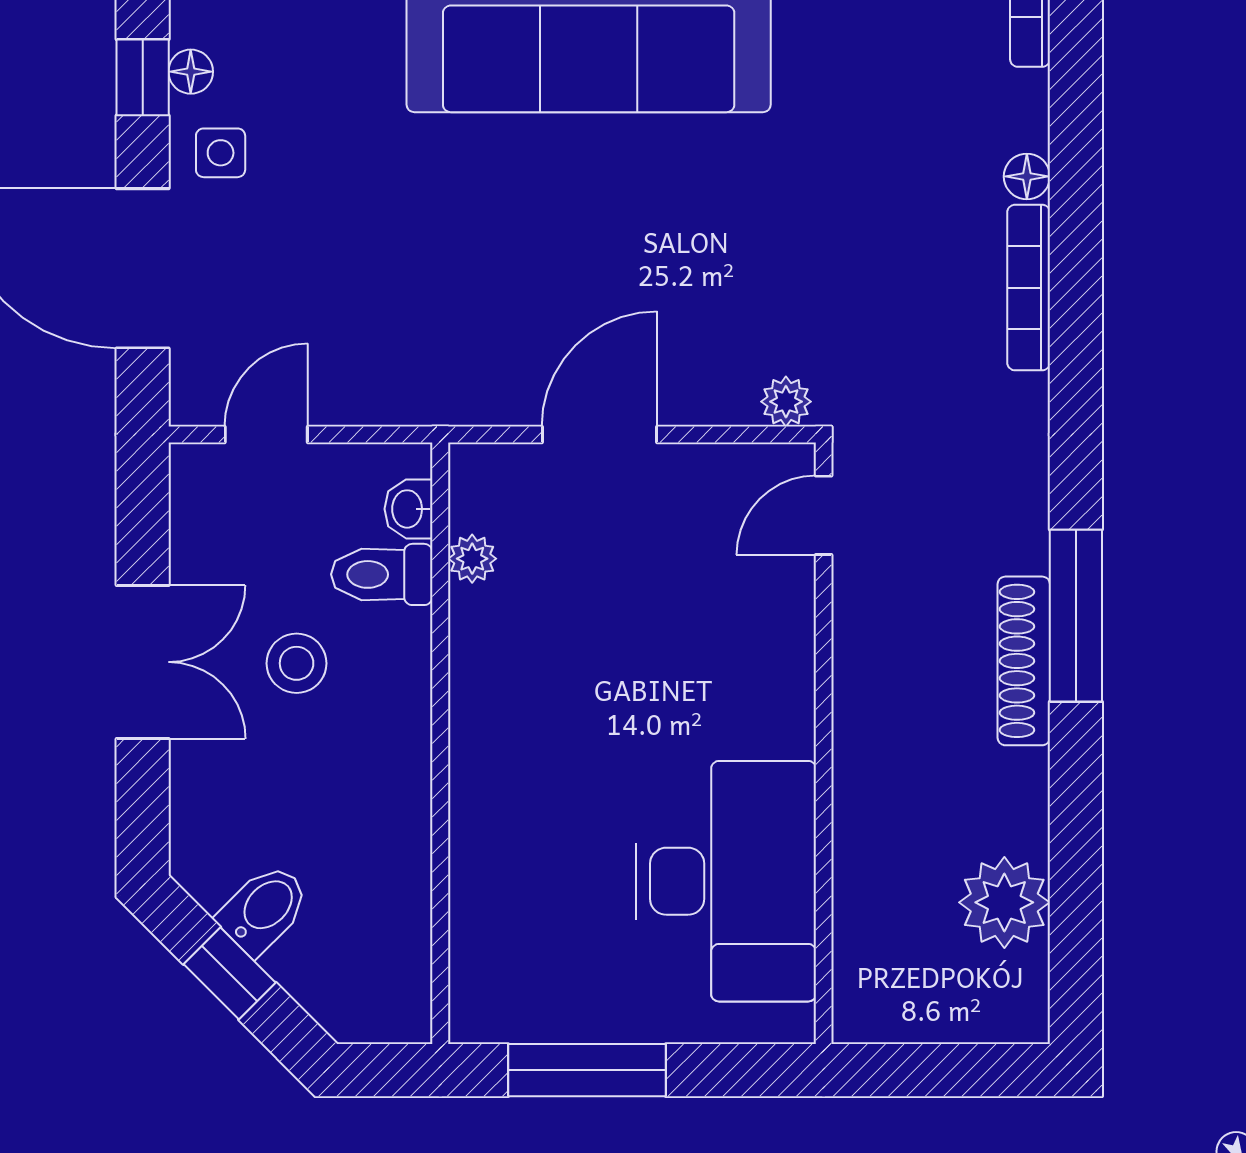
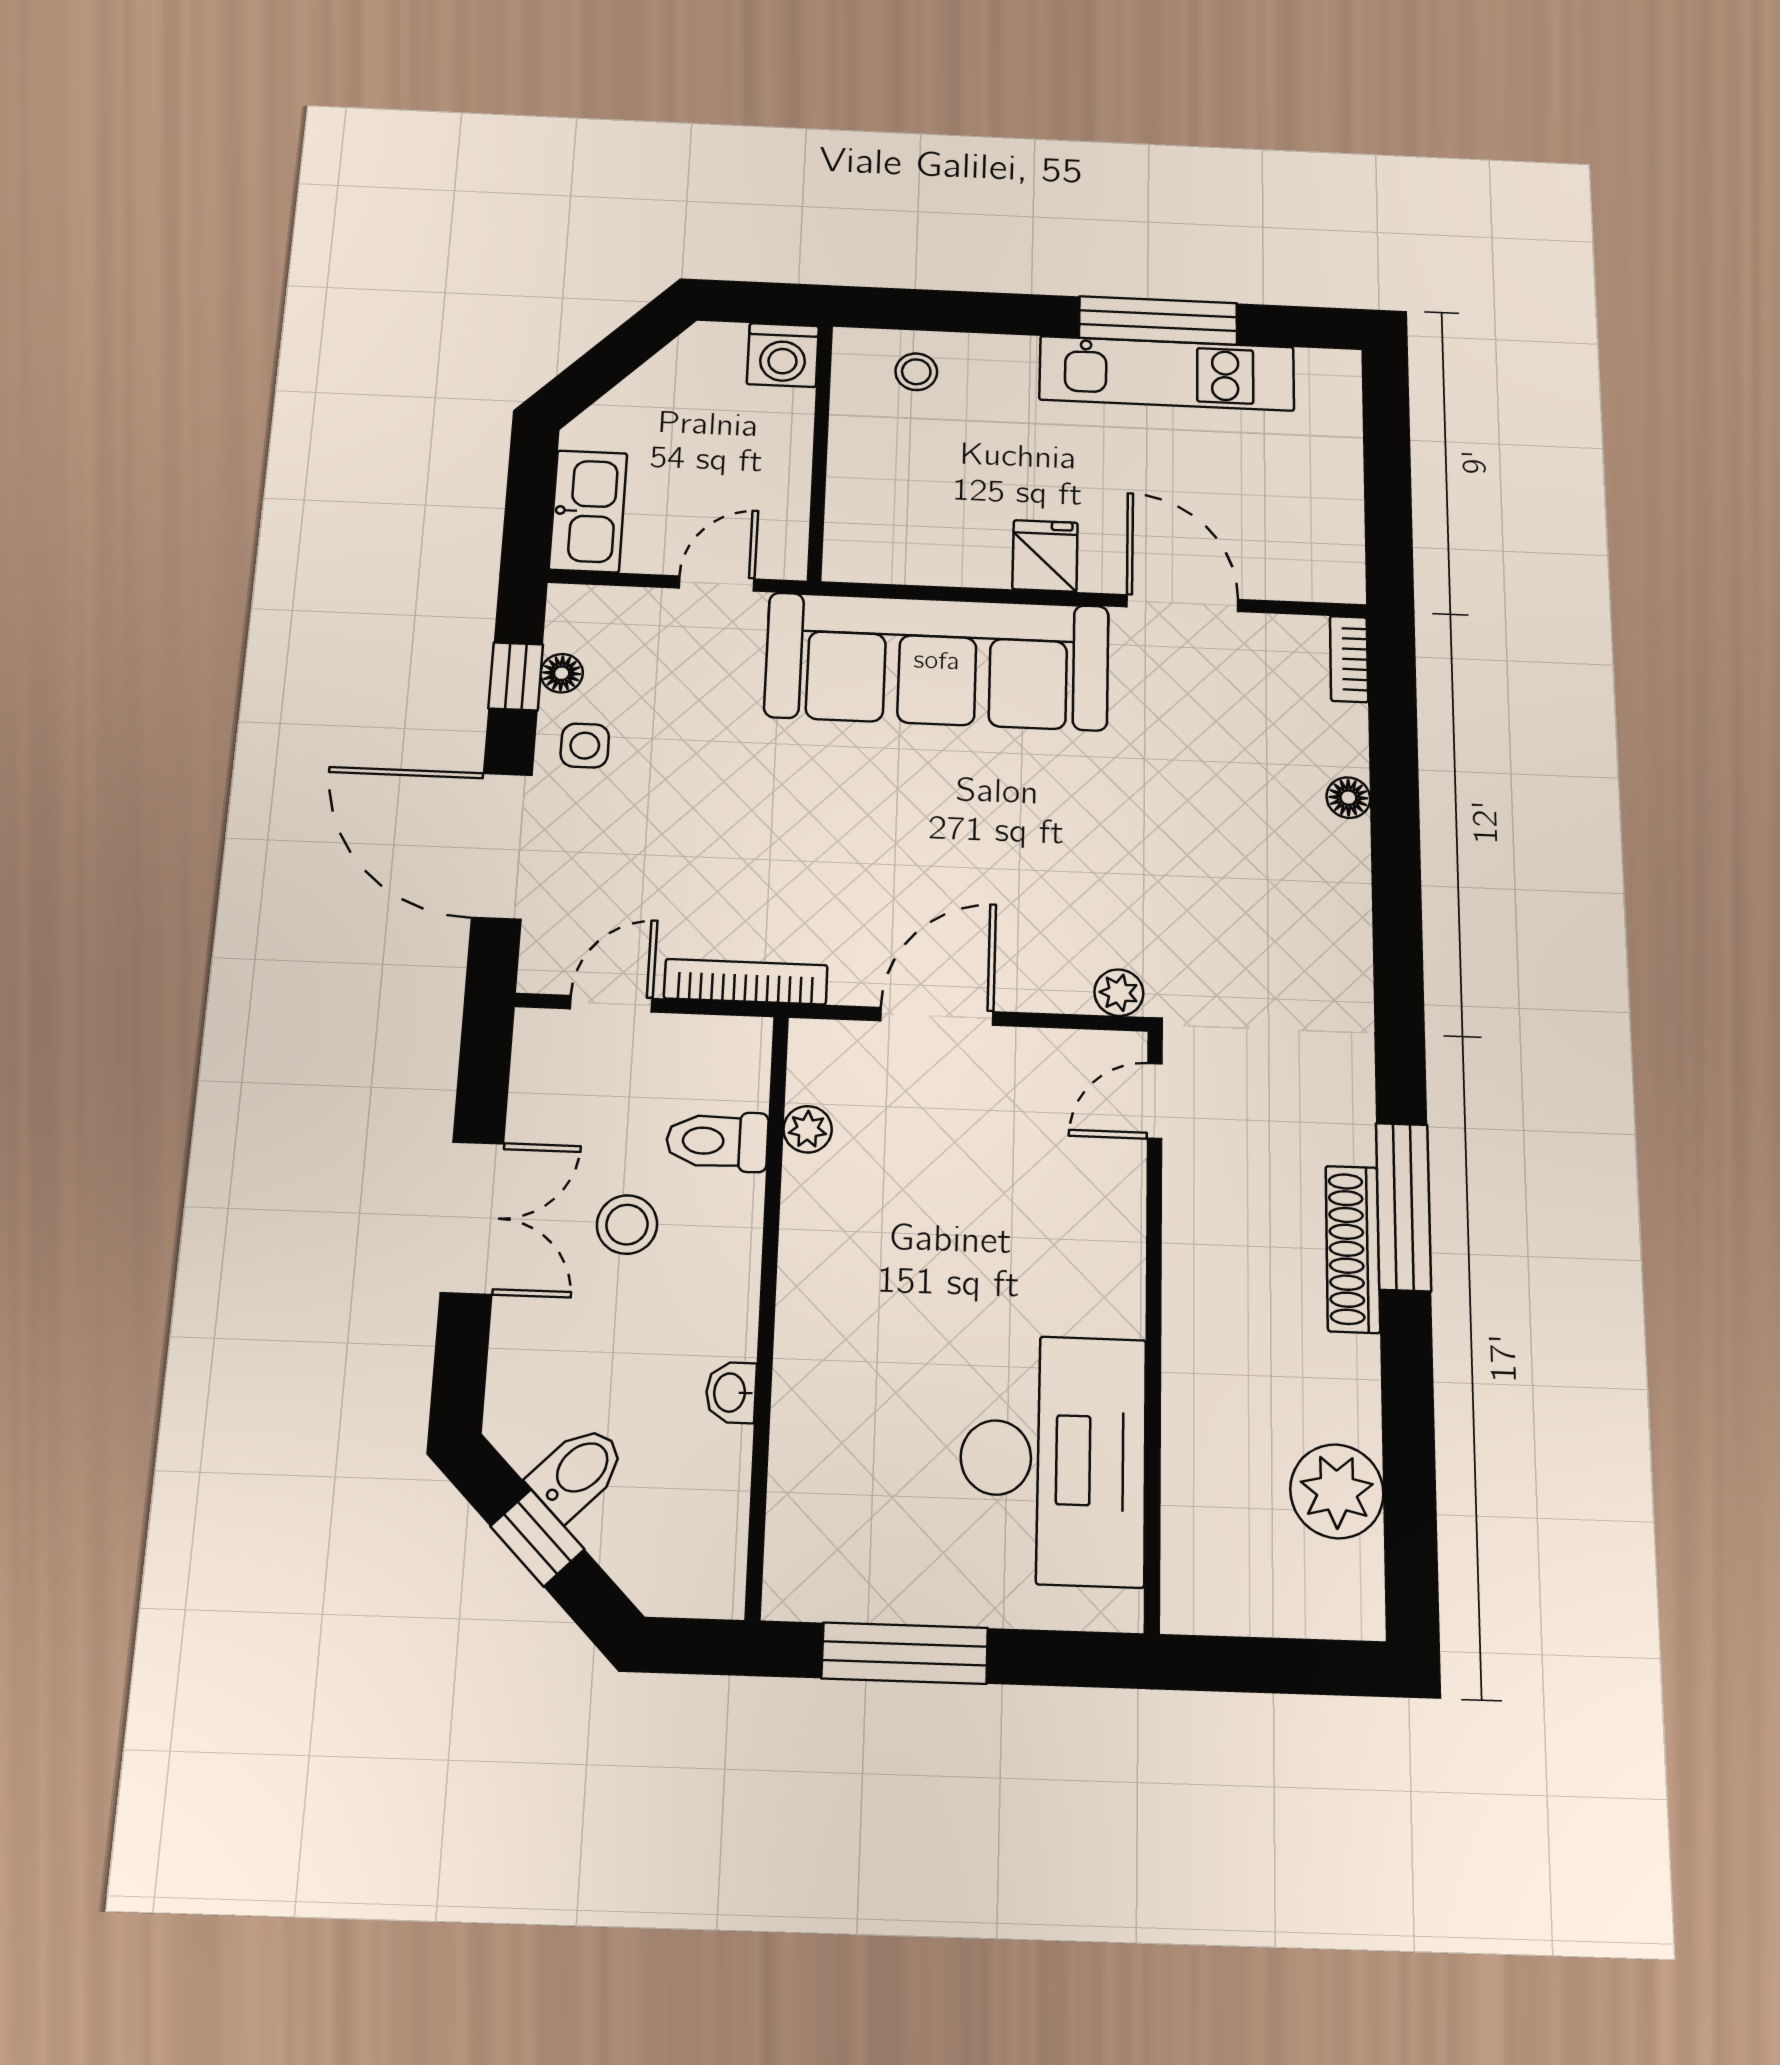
bookcase: (1029, 288) -> (746, 982), moved, turned 90
washbasin: (409, 509) -> (731, 1393), moved

